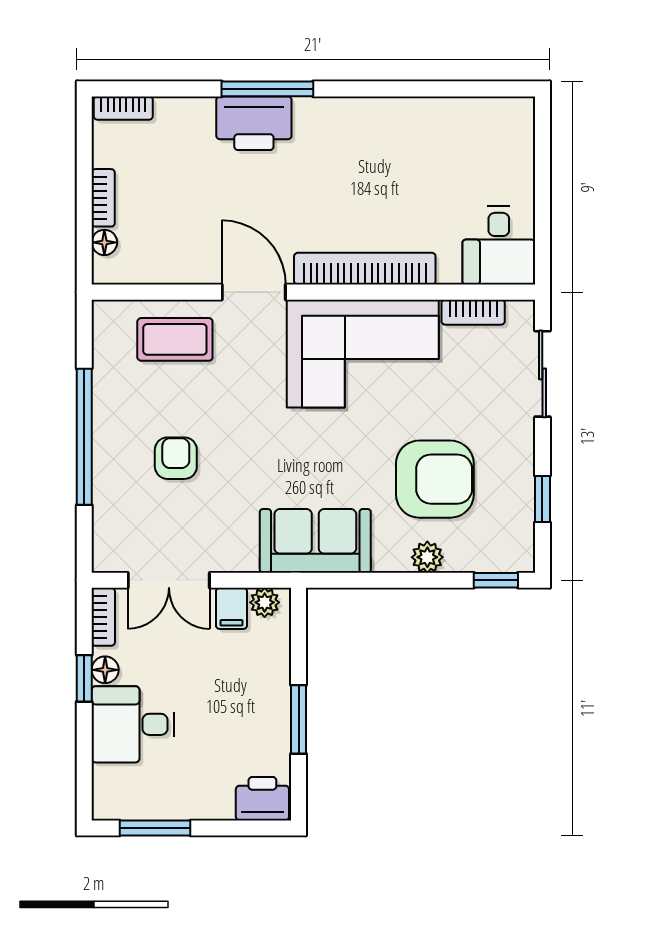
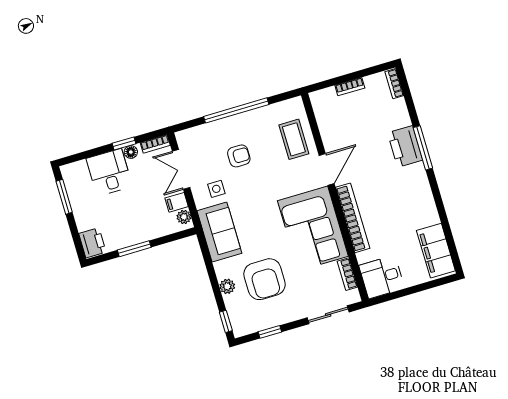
filing cabinet: (478, 123) -> (436, 251), added
floor lamp: (104, 242) -> (329, 93), removed
side table: (228, 522) -> (216, 189), added

